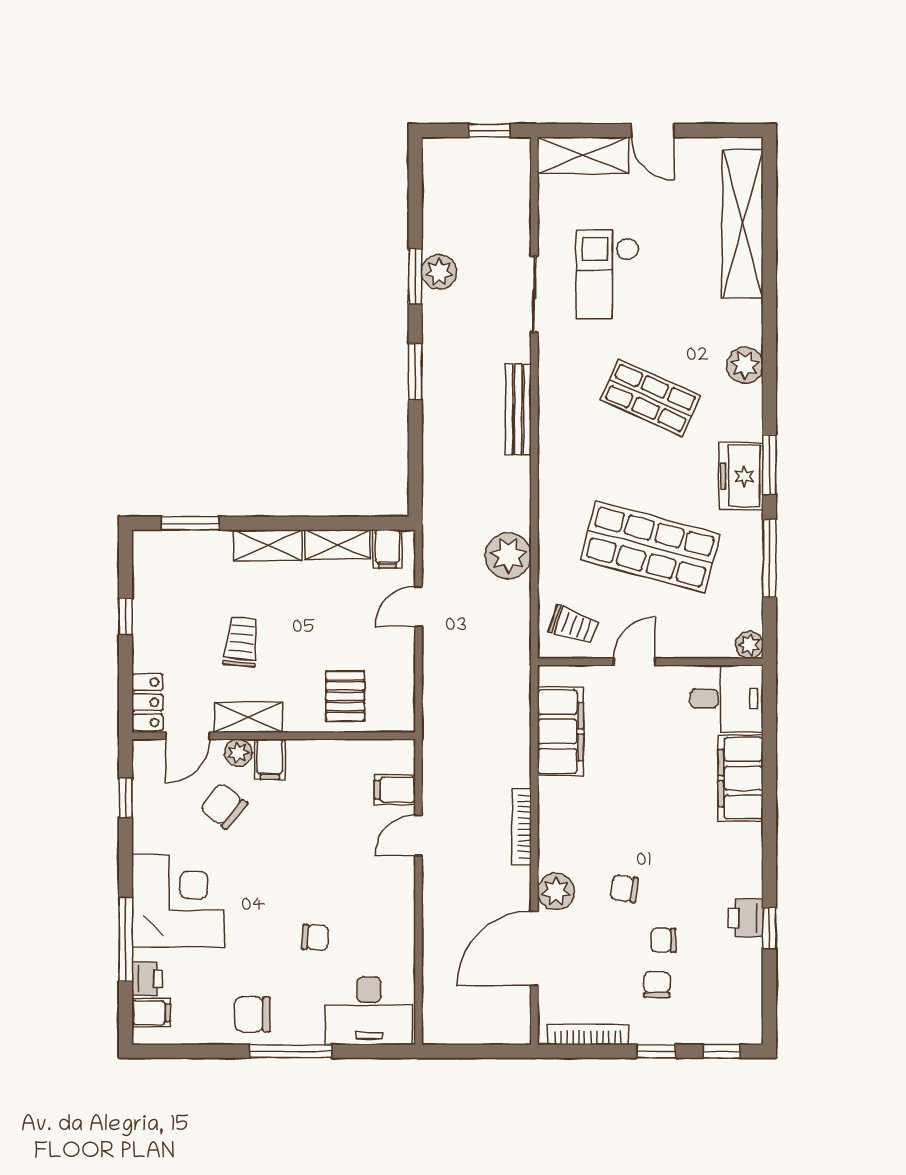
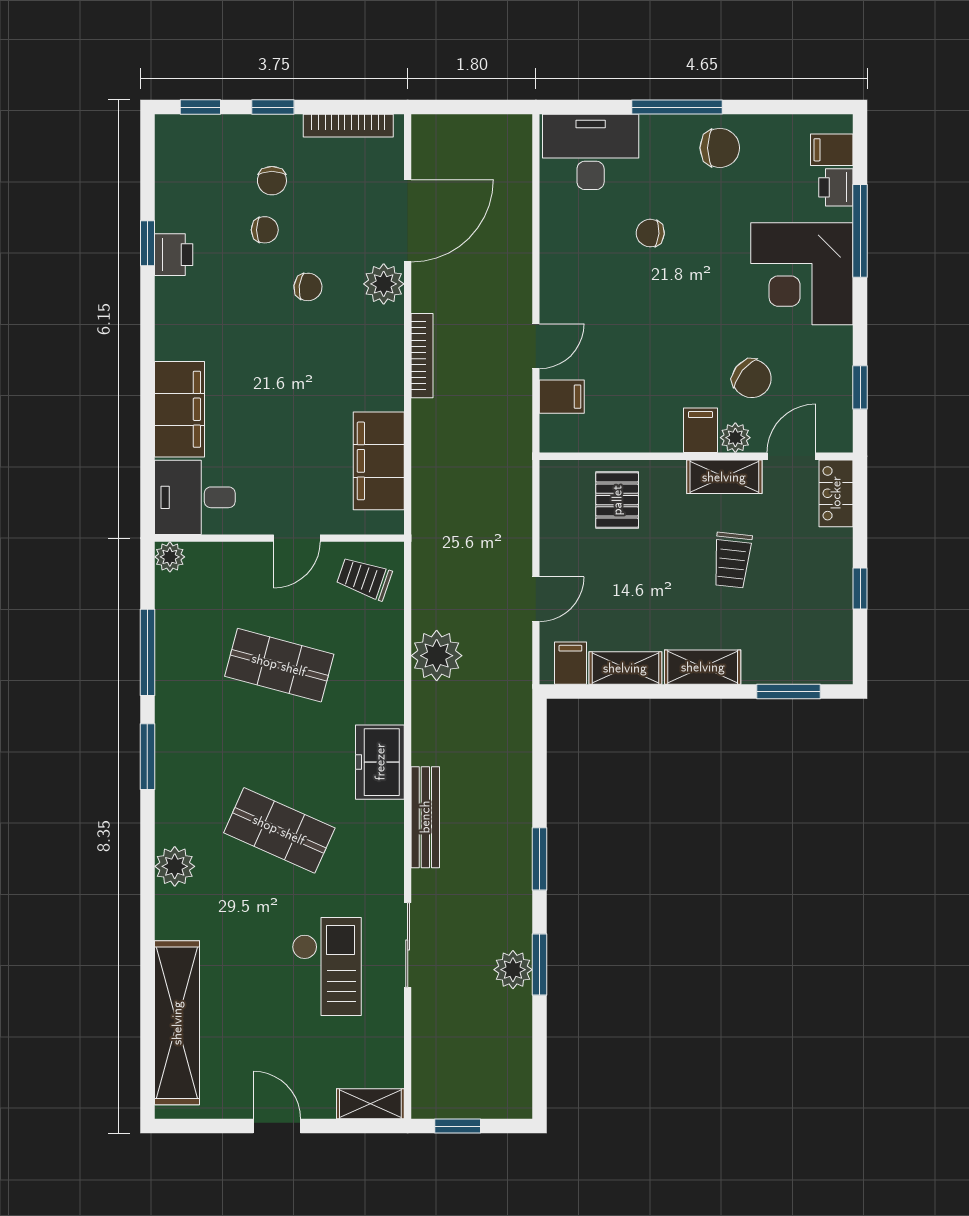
shelving: (583, 155) -> (370, 1104), width x0.67, depth x0.75
freezer: (741, 476) -> (380, 762), moved, turned 180
shop shelf: (650, 547) -> (279, 665), width x0.70, depth x0.74

